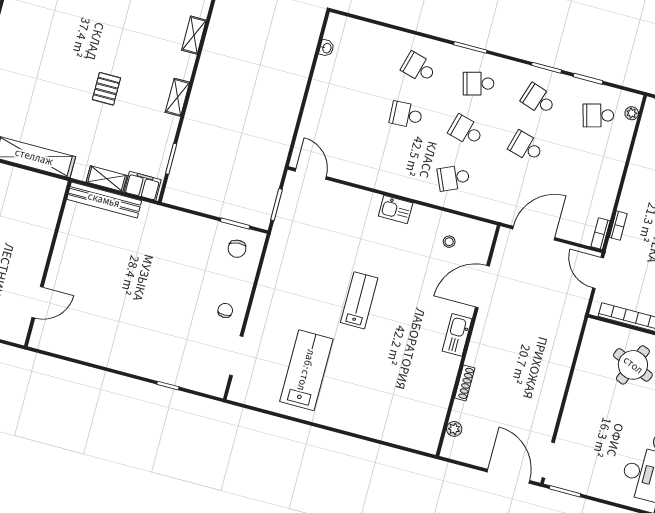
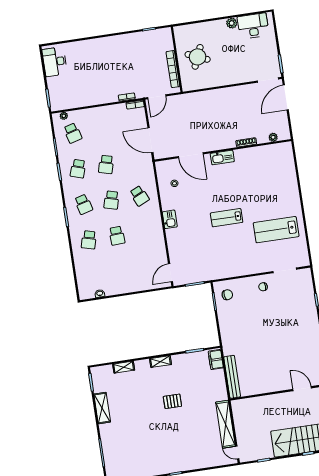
shelving: (107, 179) -> (220, 380), removed

